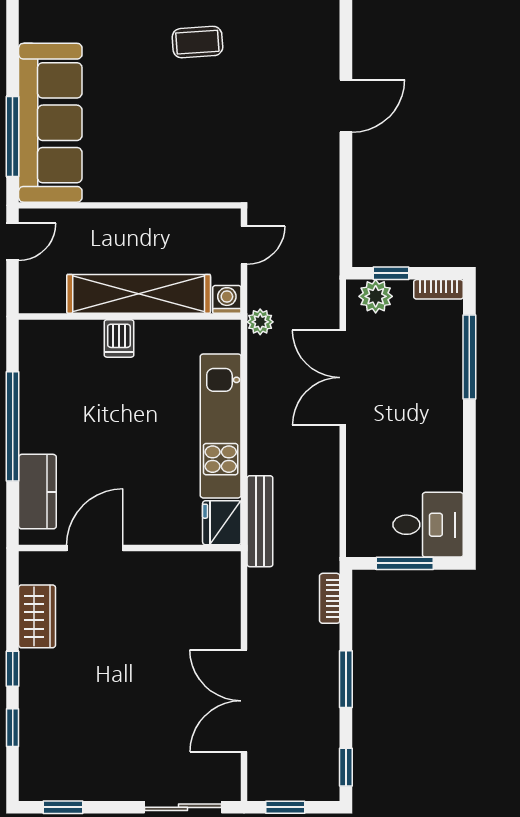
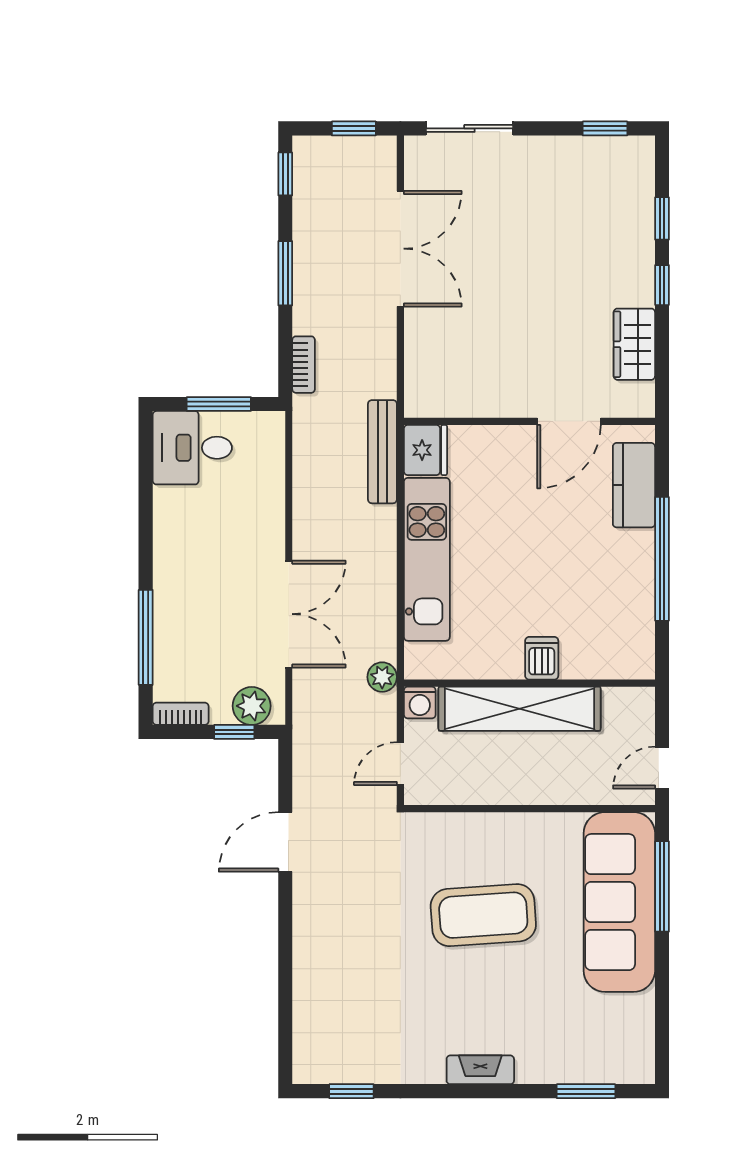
coffee table: (197, 42) -> (483, 915), moved, width x1.86, depth x1.72
door: (346, 106) -> (285, 842), moved

